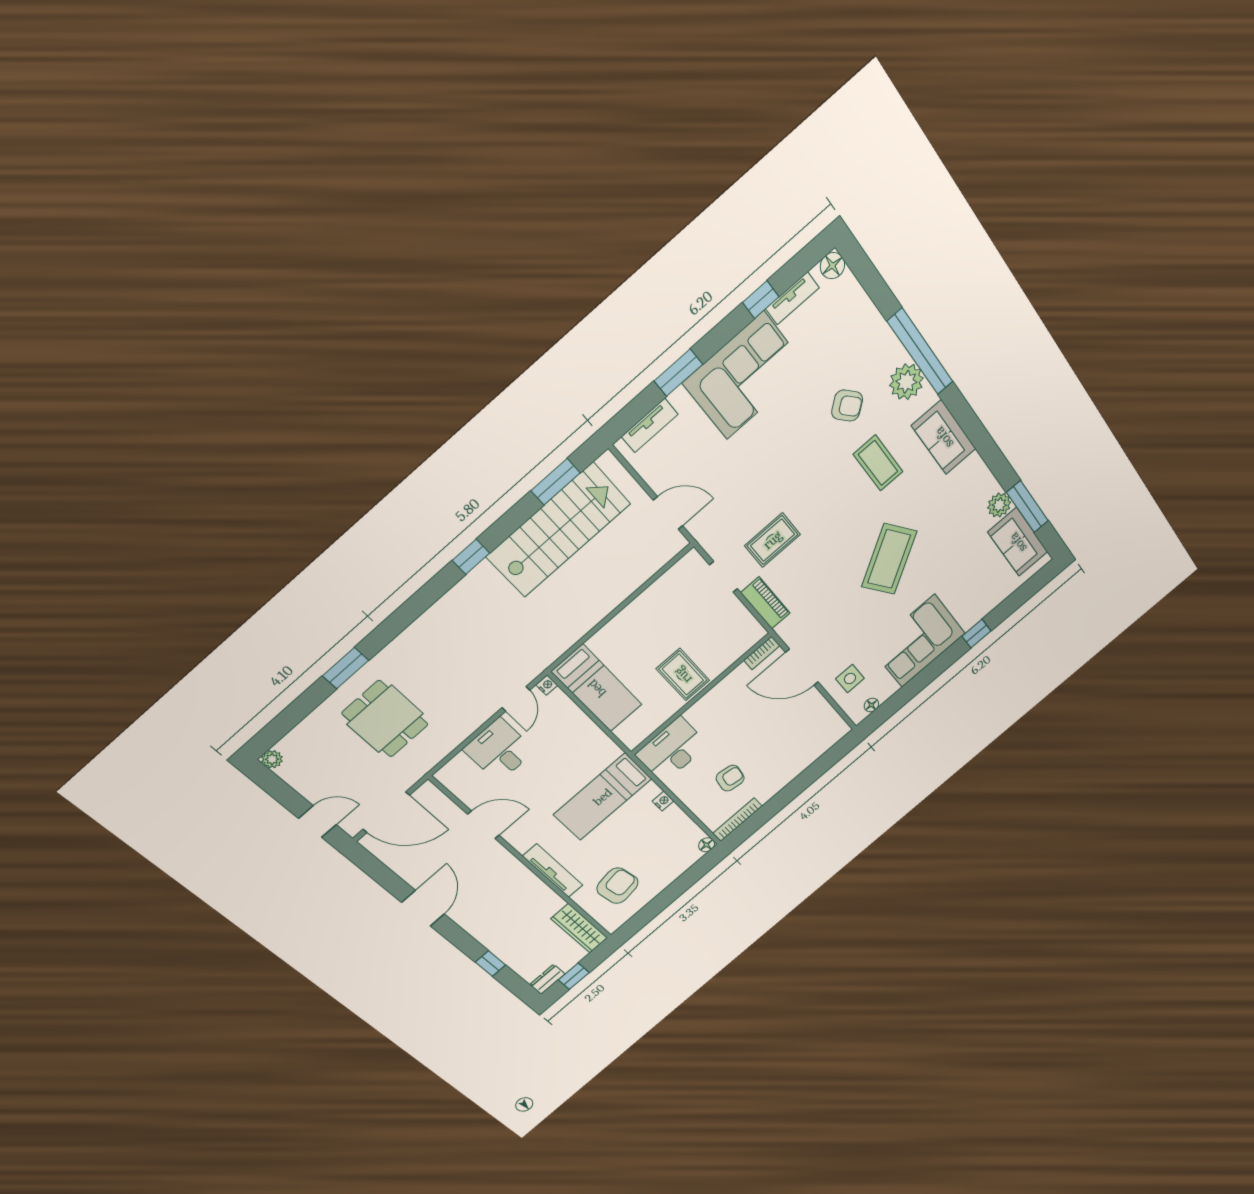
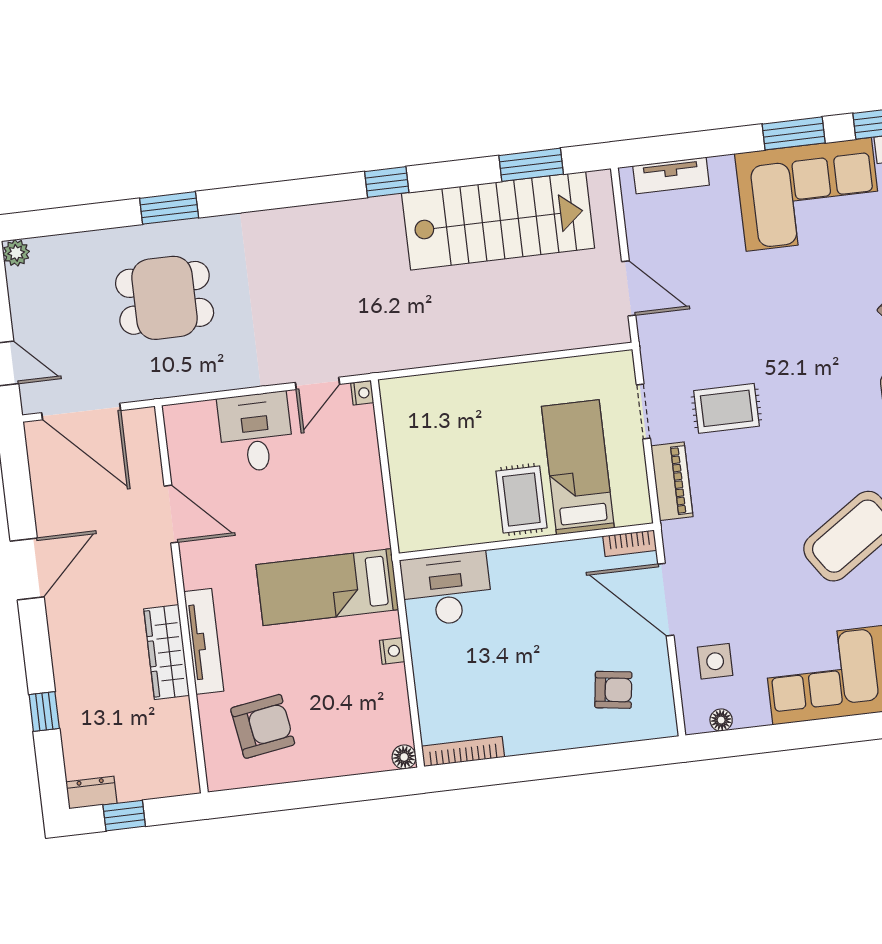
window: (678, 373) -> (794, 133), moved
bed: (597, 688) -> (578, 467), moved, turned 180
dining table: (385, 719) -> (165, 298), turned 90
armchair: (730, 778) -> (613, 690), moved
wardrobe: (579, 928) -> (167, 652), moved

